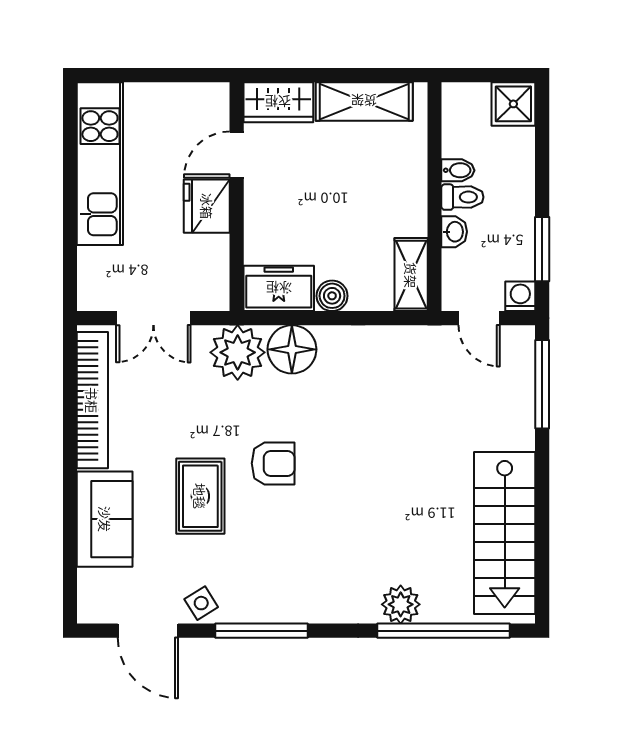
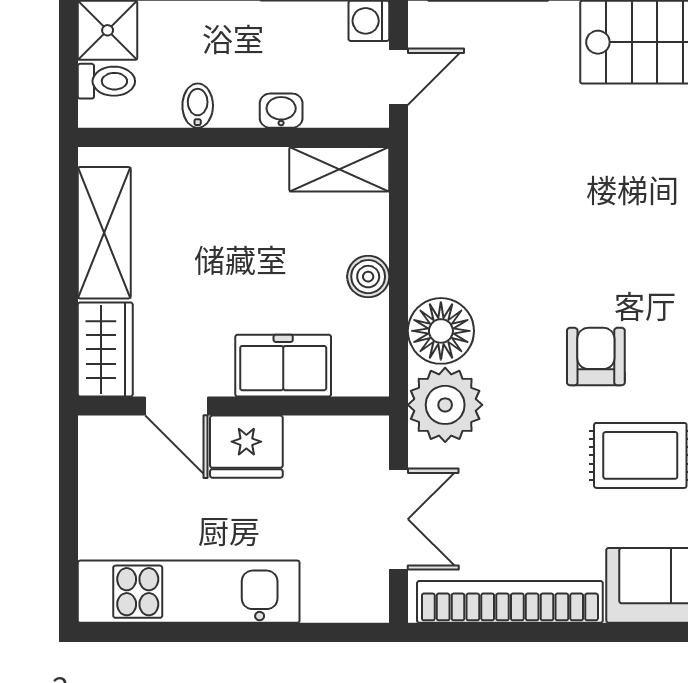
toilet: (462, 197) -> (106, 81), moved, turned 90
freezer: (279, 288) -> (283, 366), moved, turned 90

